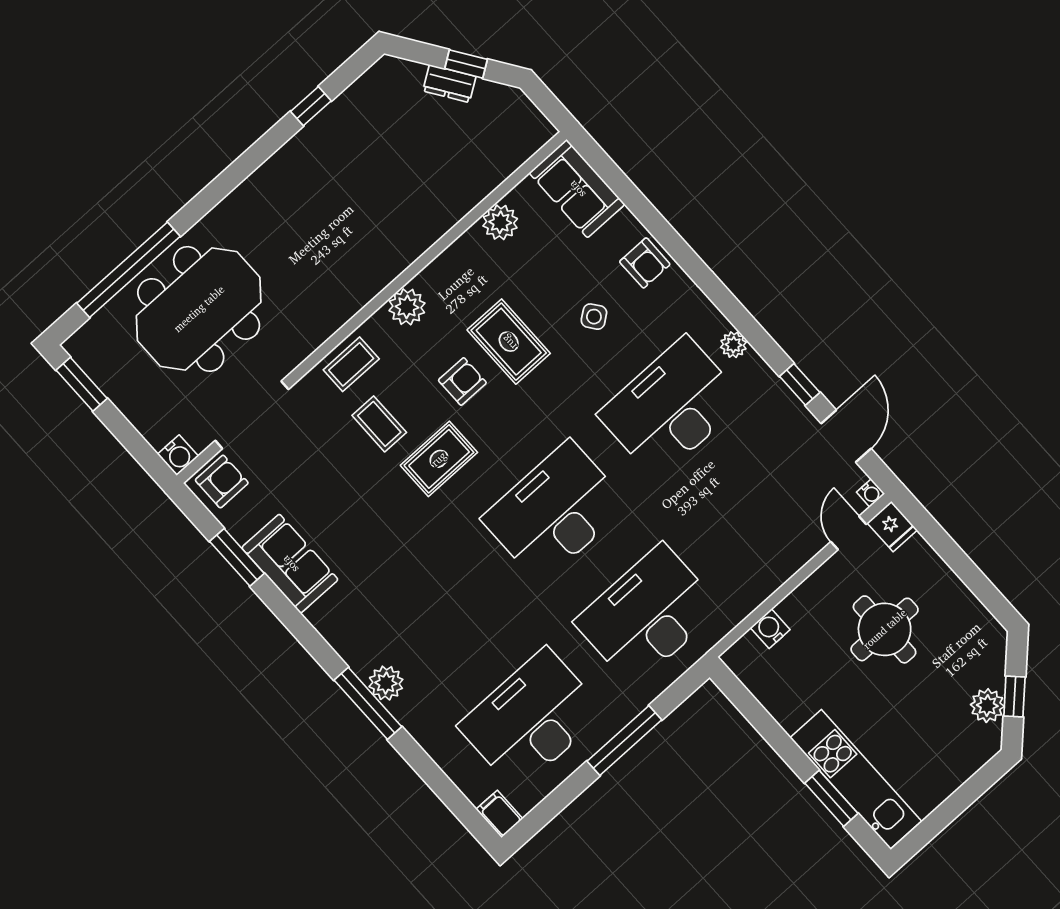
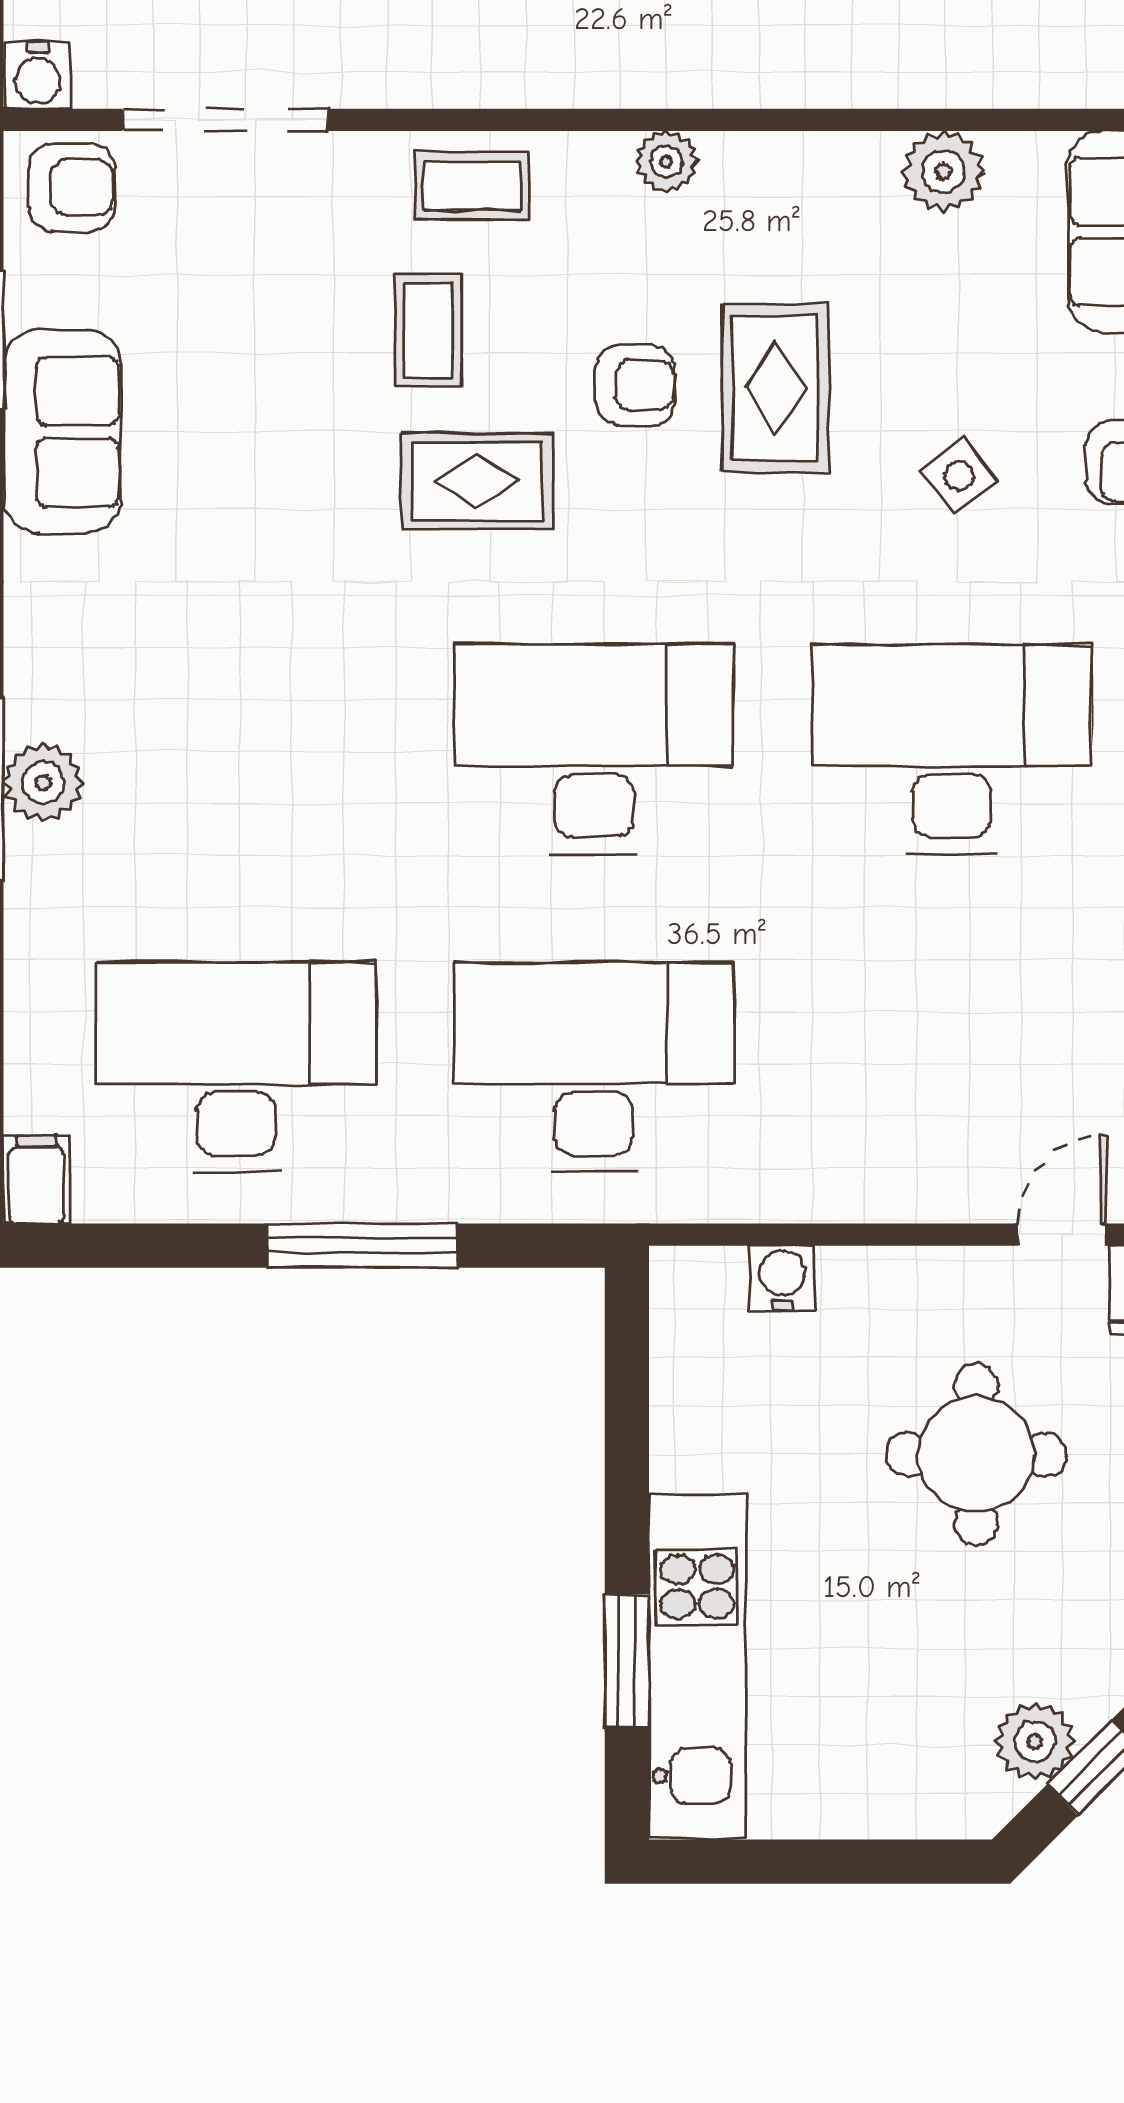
plant: (407, 307) -> (666, 162), width x0.73, depth x0.73

